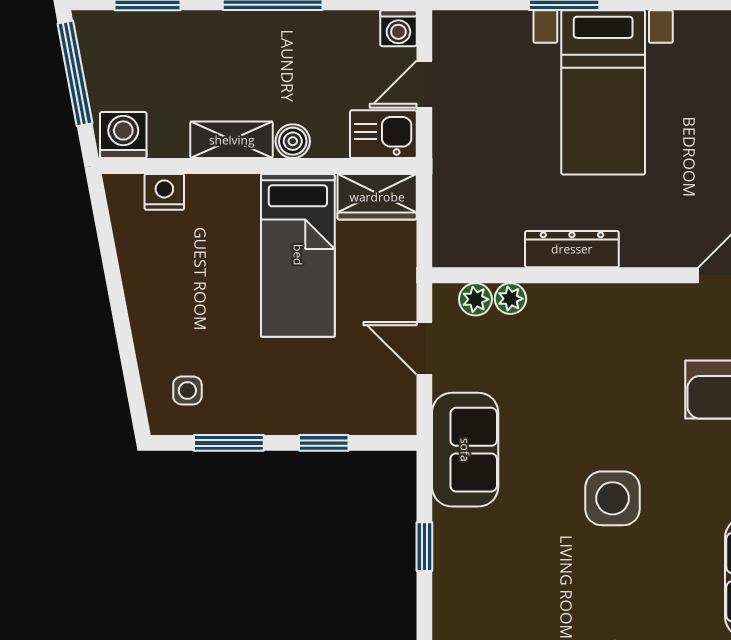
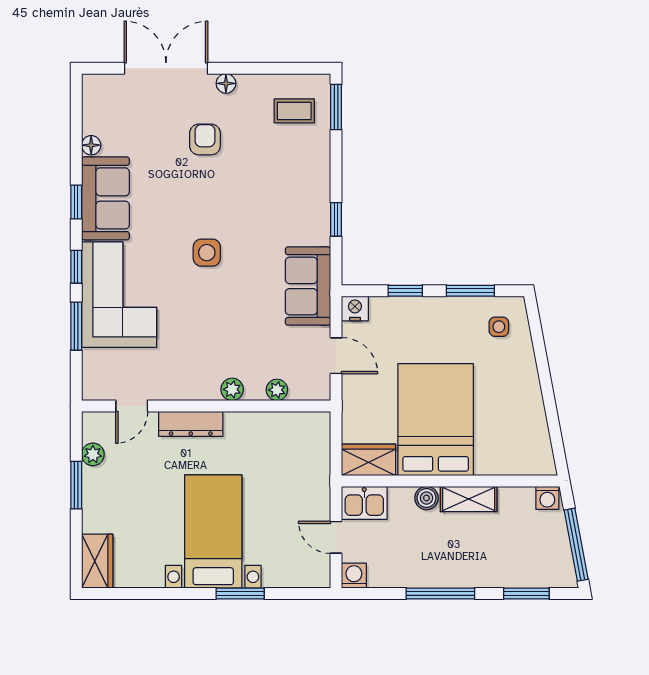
door: (424, 84) -> (336, 537), swing flipped
washing machine: (123, 135) -> (547, 498), width x0.73, depth x0.73
nightstand: (164, 192) -> (355, 308), moved, turned 180
dresser: (572, 249) -> (191, 424), moved
bed: (298, 255) -> (436, 420), width x1.50
plant: (475, 299) -> (232, 389), moved
side table: (612, 498) -> (207, 253), width x0.73, depth x0.73

